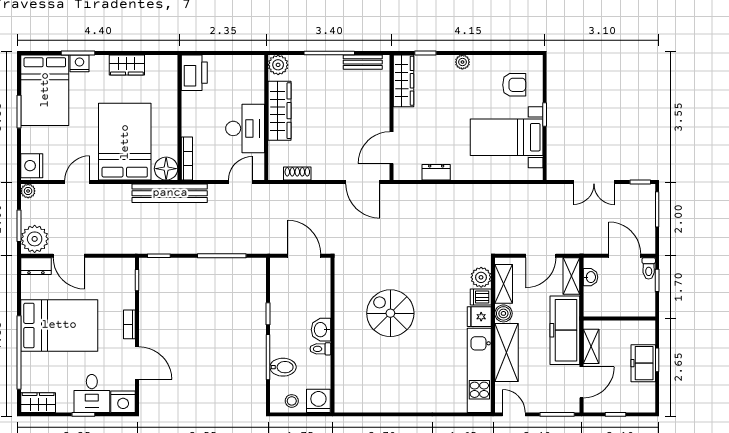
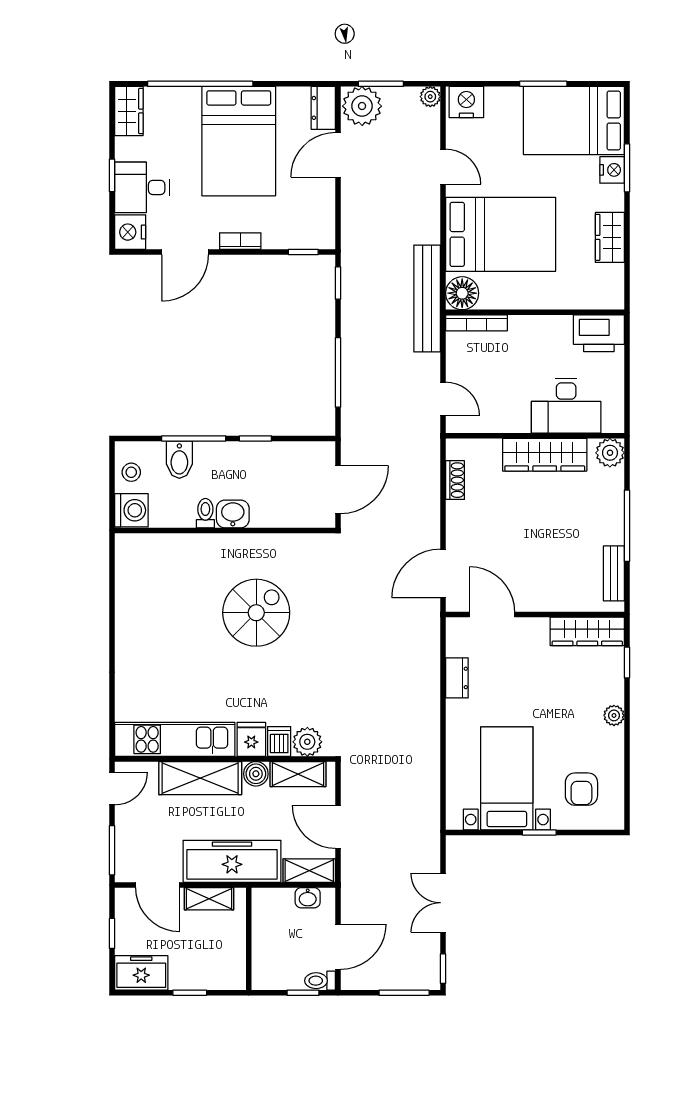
desk: (245, 128) -> (566, 406), moved
freezer: (643, 363) -> (141, 973), moved

